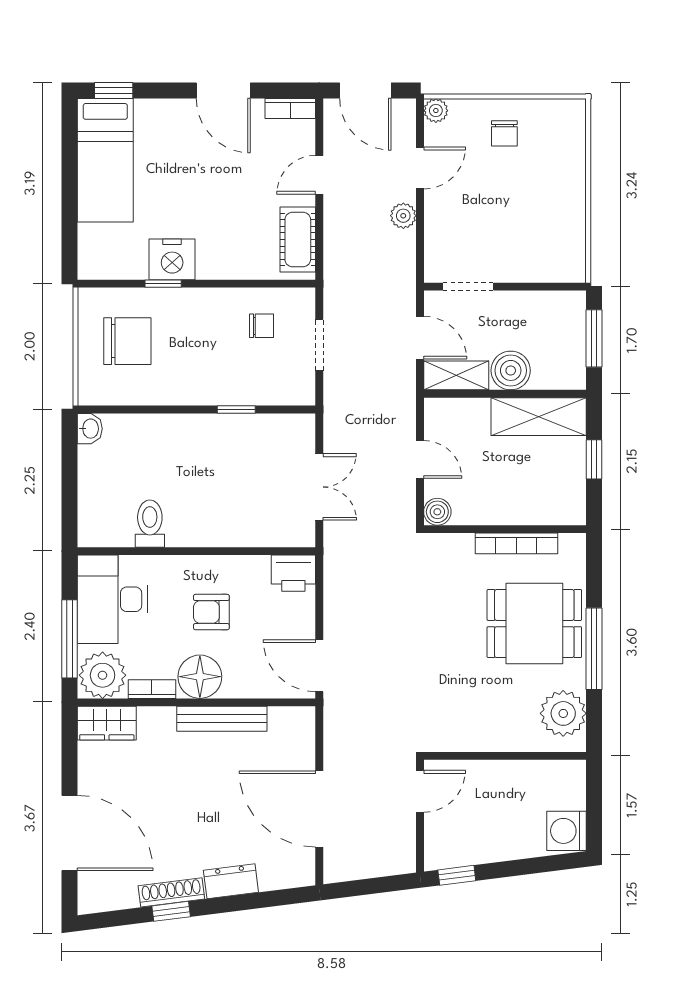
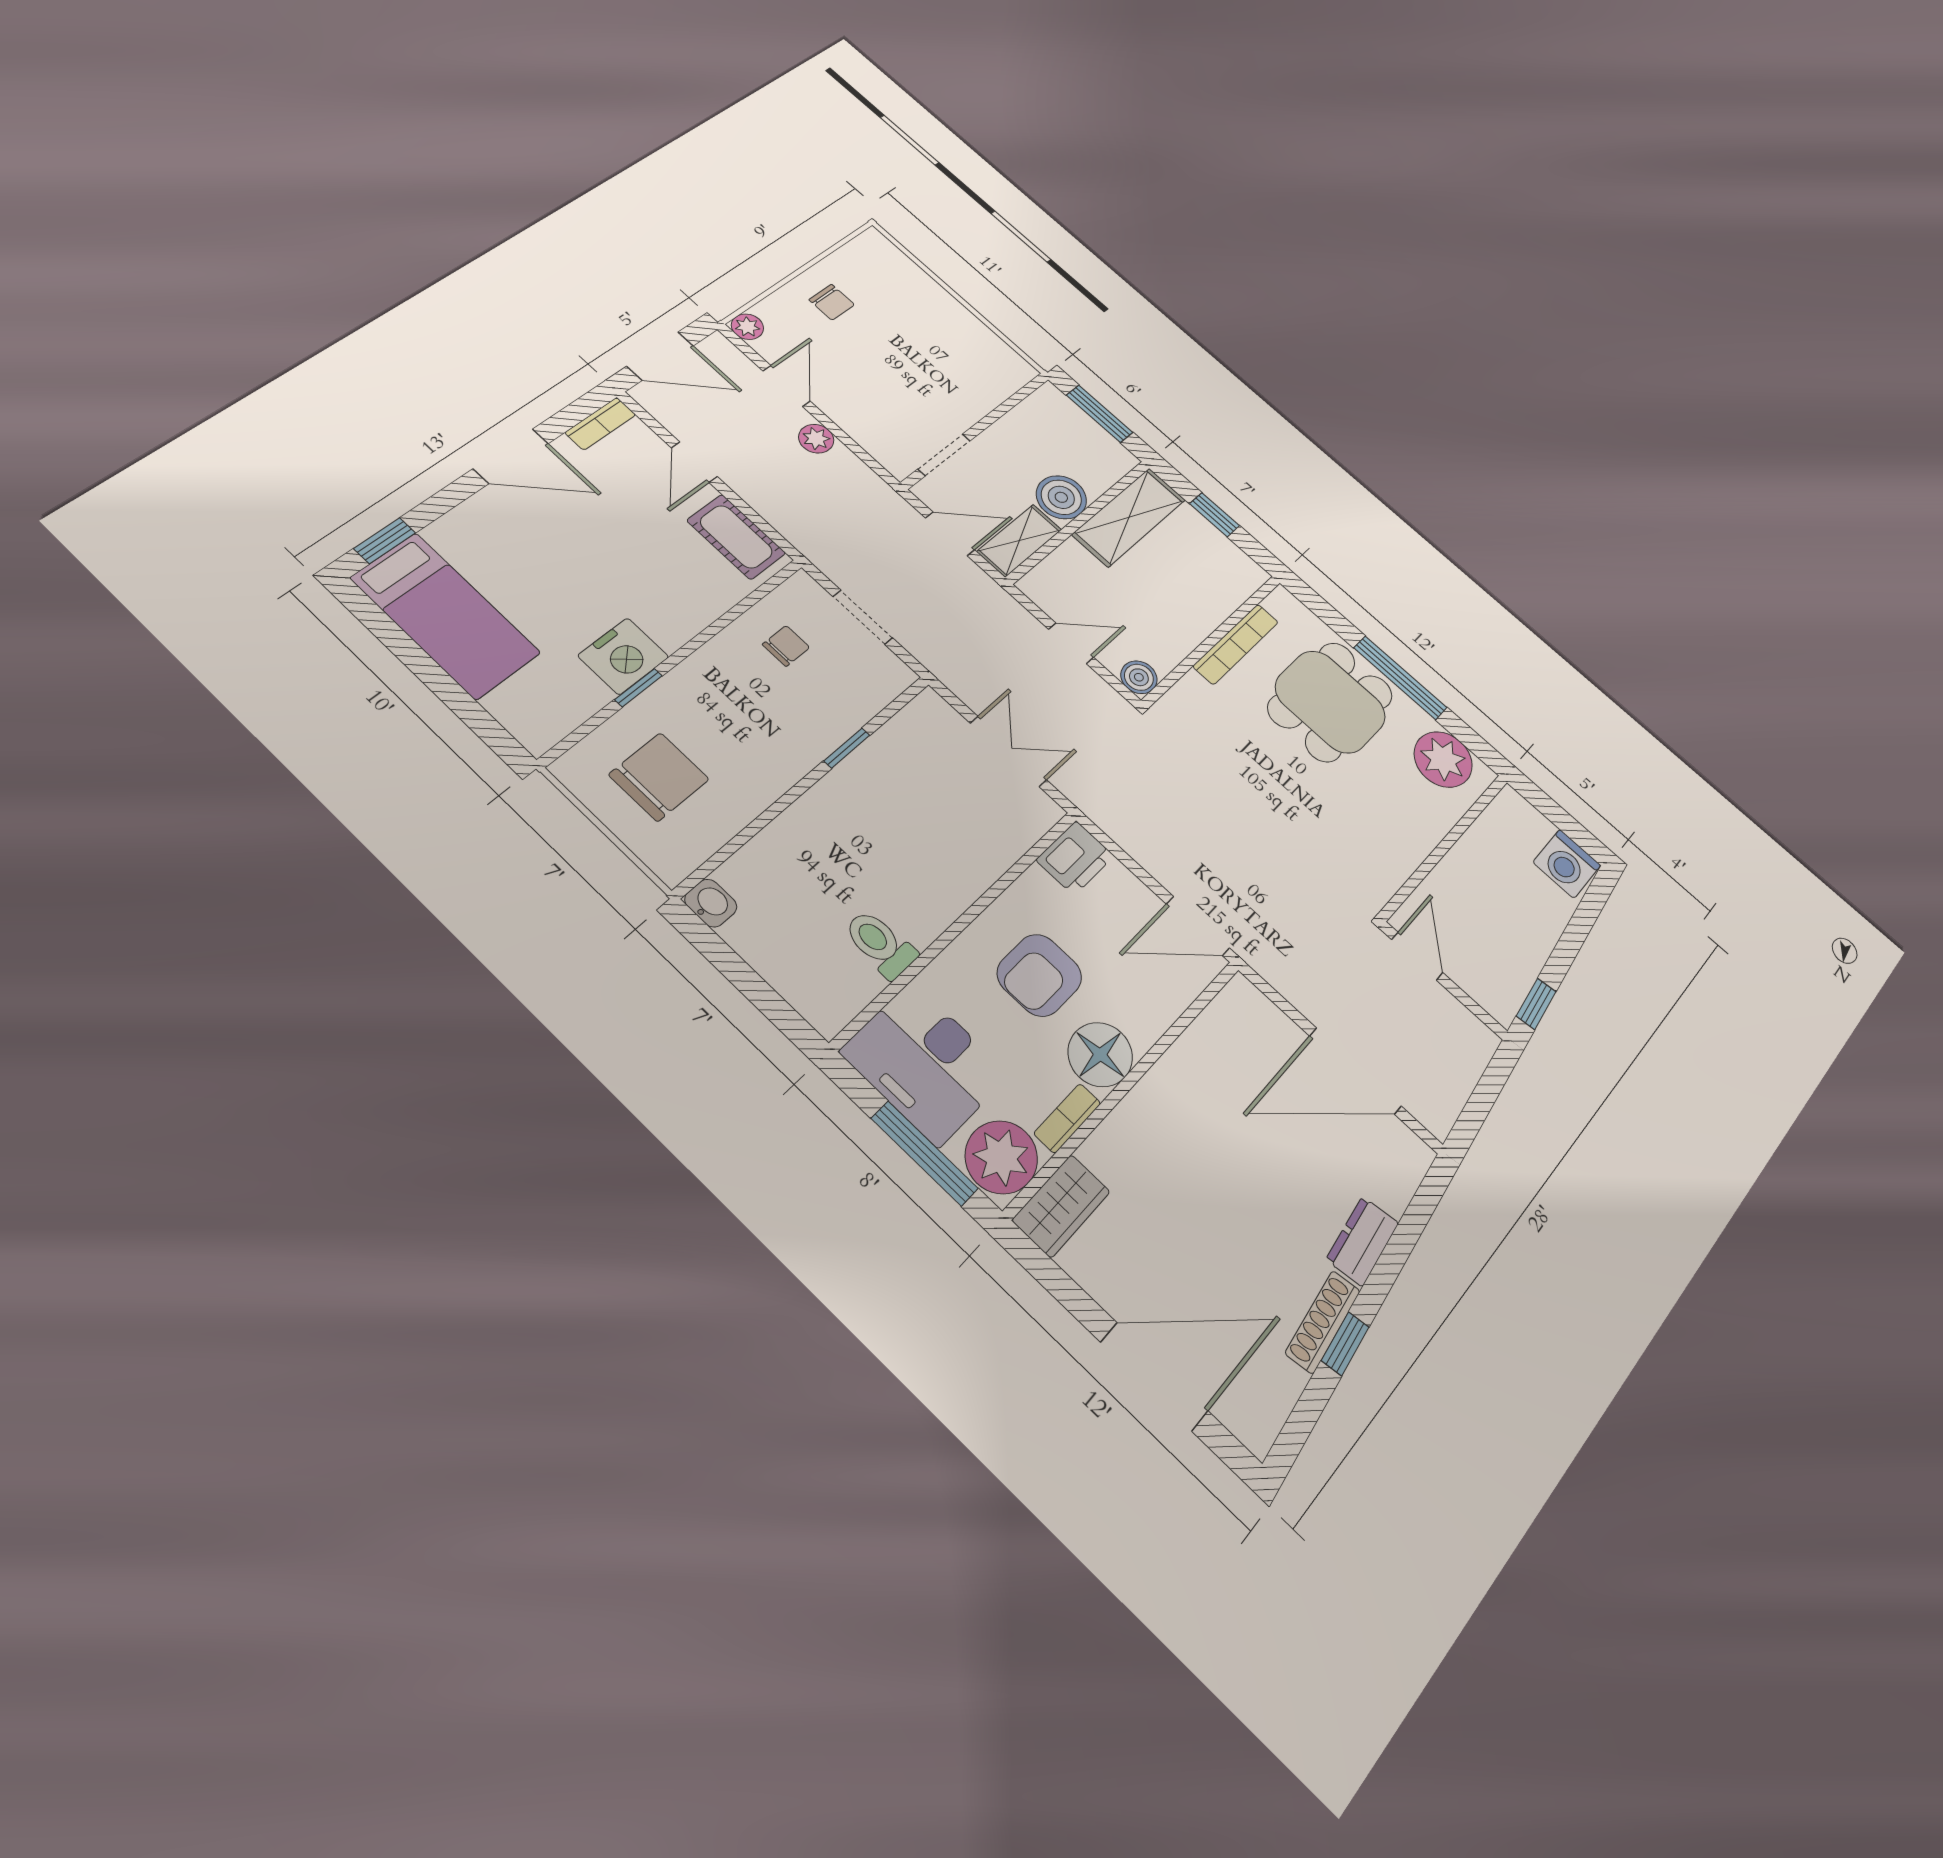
armchair: (211, 612) -> (1039, 975), width x1.38, depth x1.38
bench: (222, 719) -> (1168, 1076), removed

